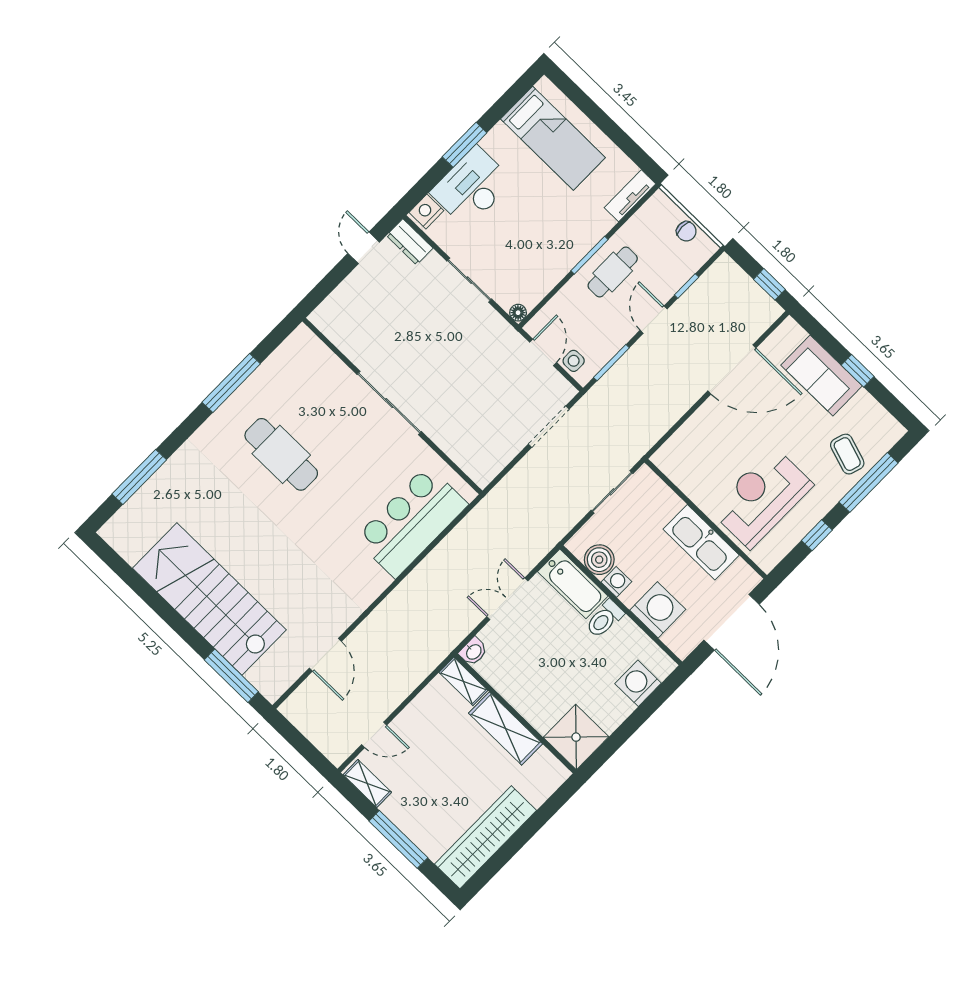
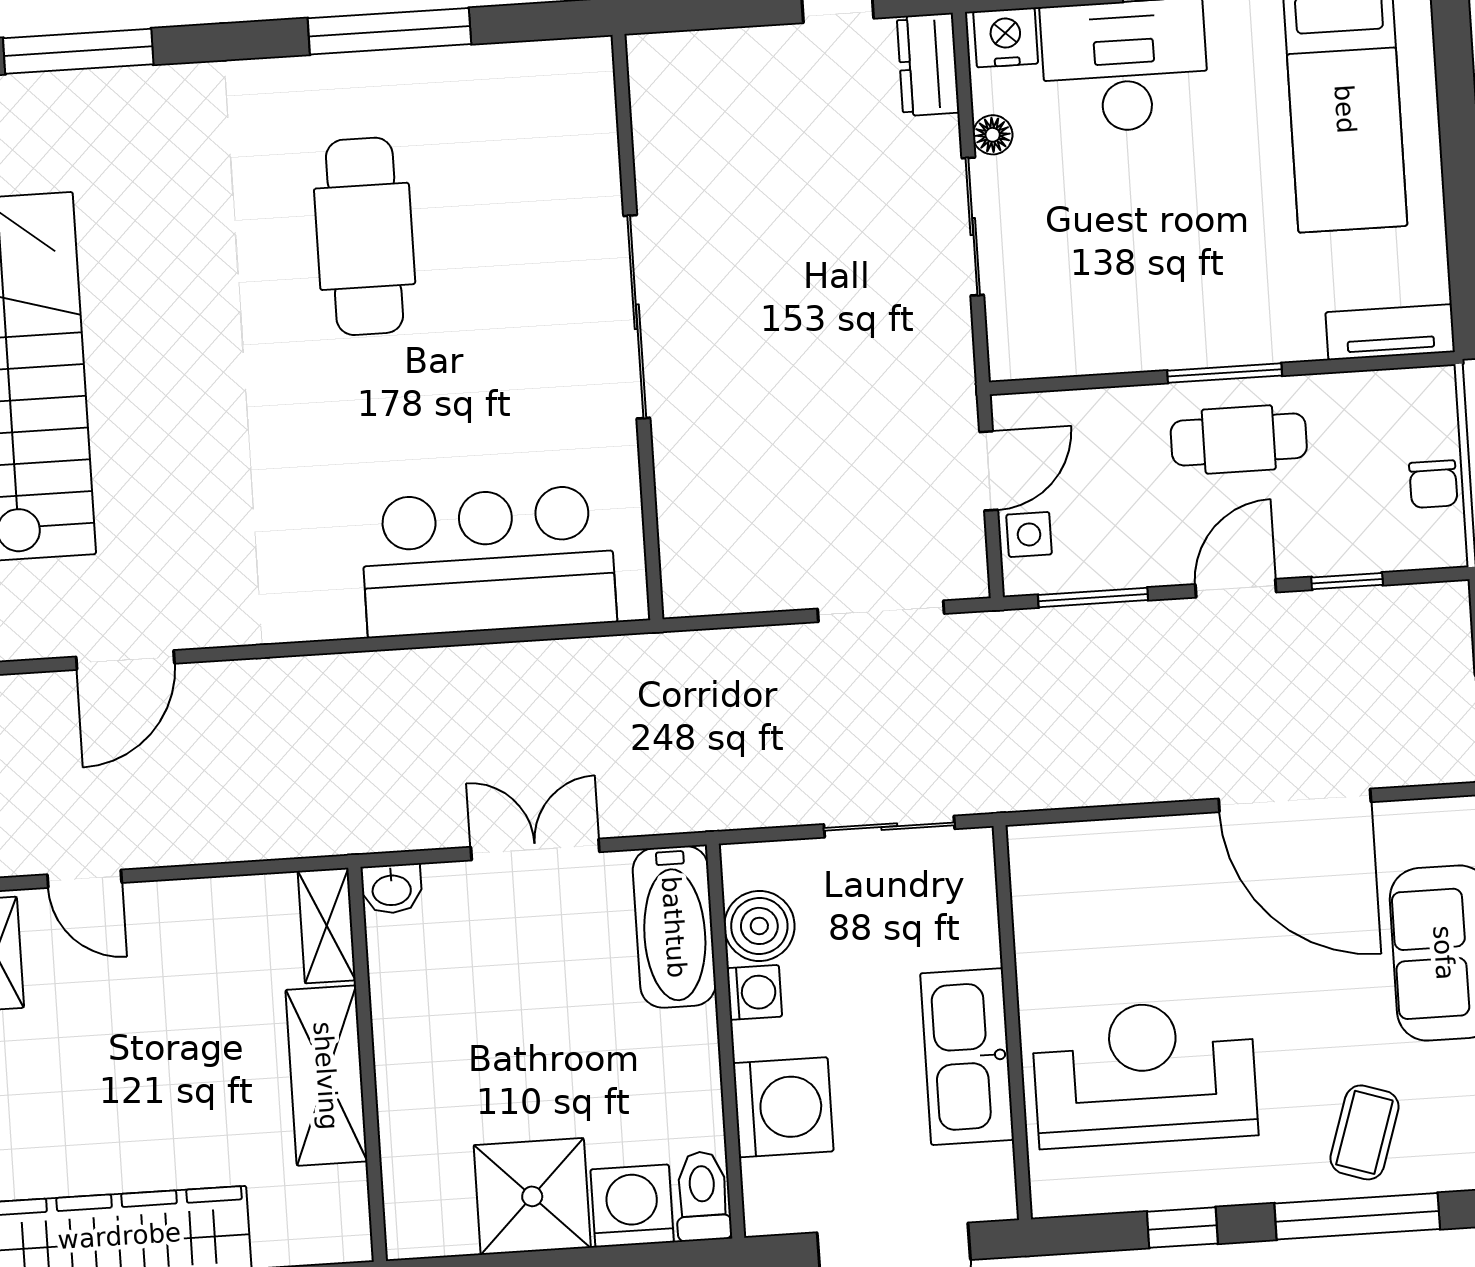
floor lamp: (518, 313) -> (993, 135), moved
toilet: (605, 619) -> (703, 1196), moved, turned 90
shower: (576, 737) -> (532, 1196), moved

